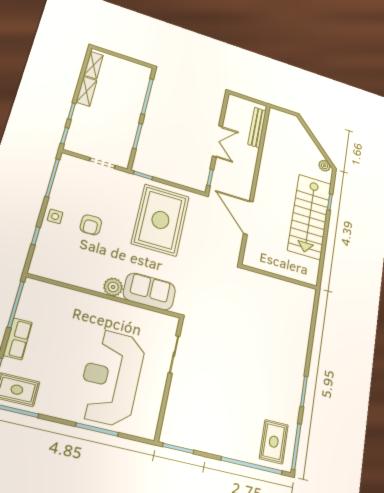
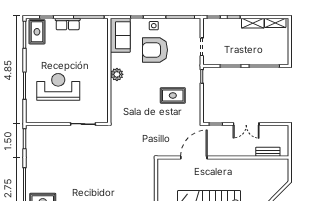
bench: (257, 127) -> (268, 152), width x0.73
rug: (160, 220) -> (173, 95), width x0.54, depth x0.49
armchair: (91, 225) -> (155, 50), width x1.88, depth x1.88
sofa: (149, 292) -> (120, 35), moved
reception desk: (111, 377) -> (58, 87), width x0.74, depth x0.77

